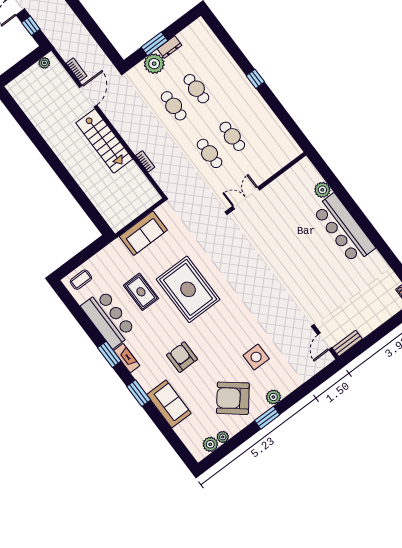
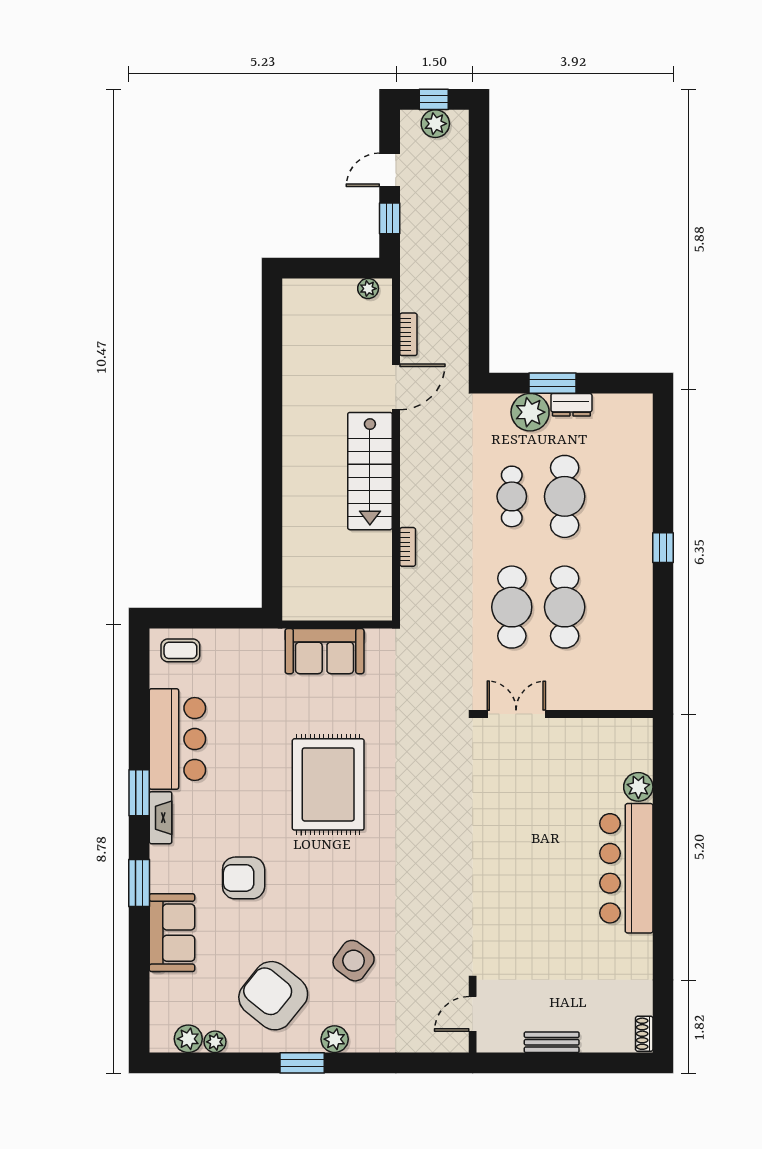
cafe table: (196, 89) -> (565, 496), width x1.37, depth x1.35
cafe table: (232, 136) -> (565, 607), width x1.37, depth x1.35
cafe table: (210, 153) -> (512, 607), width x1.37, depth x1.35
rug: (141, 292) -> (256, 736), removed
bench: (347, 343) -> (552, 1042), moved
armchair: (182, 357) -> (244, 878), turned -90
side table: (256, 357) -> (354, 961), turned 36

